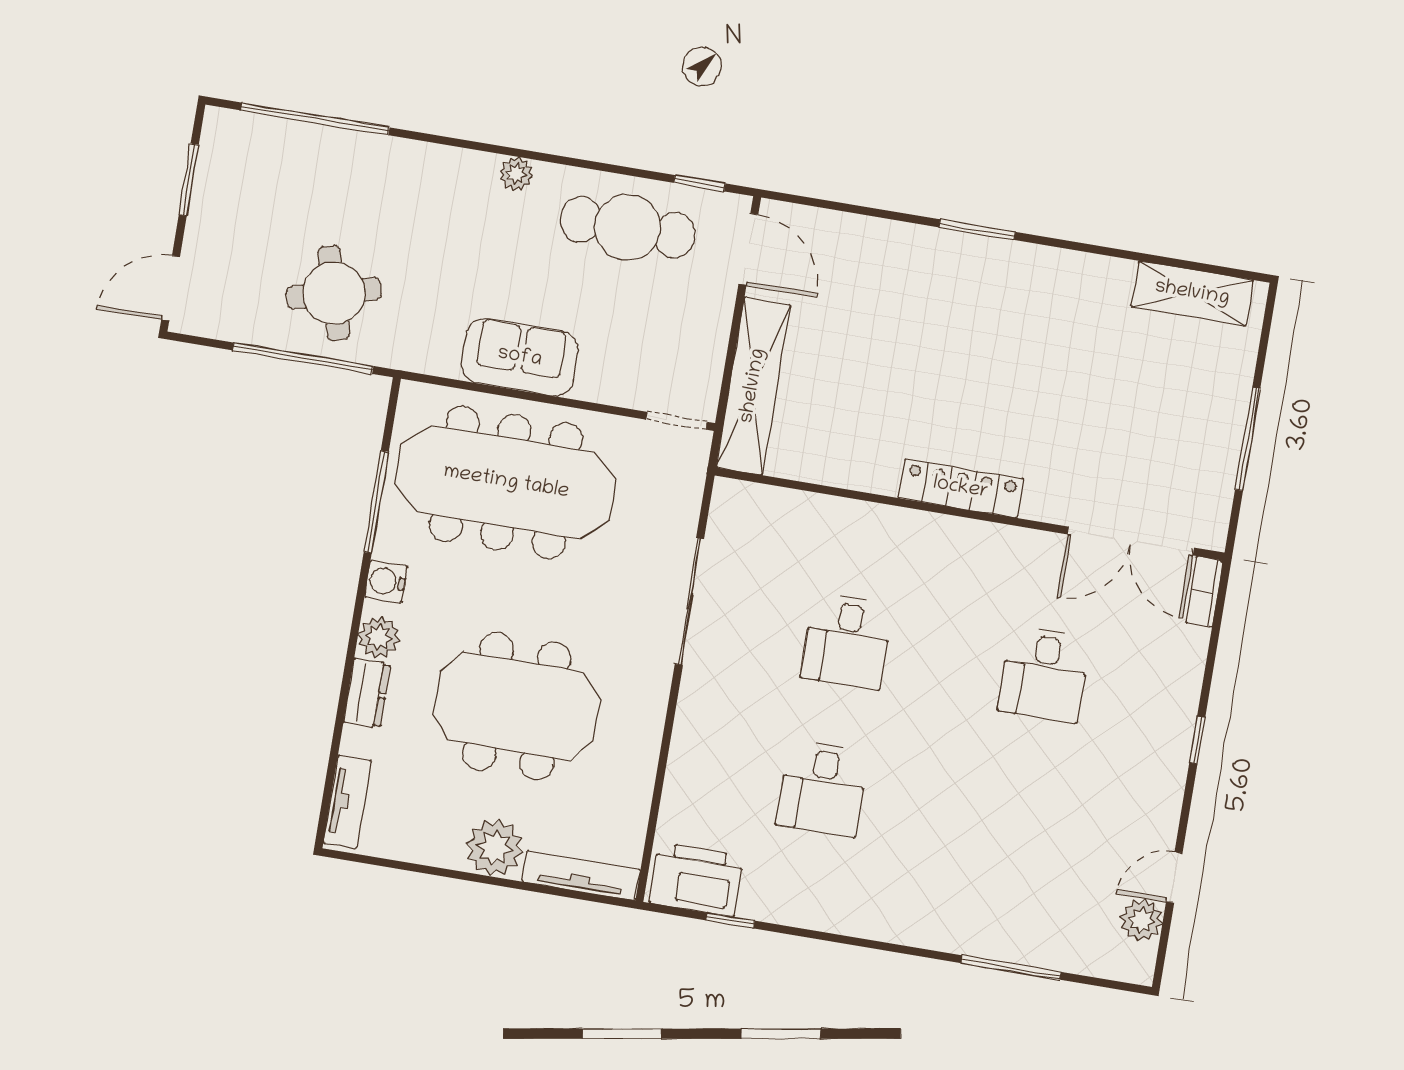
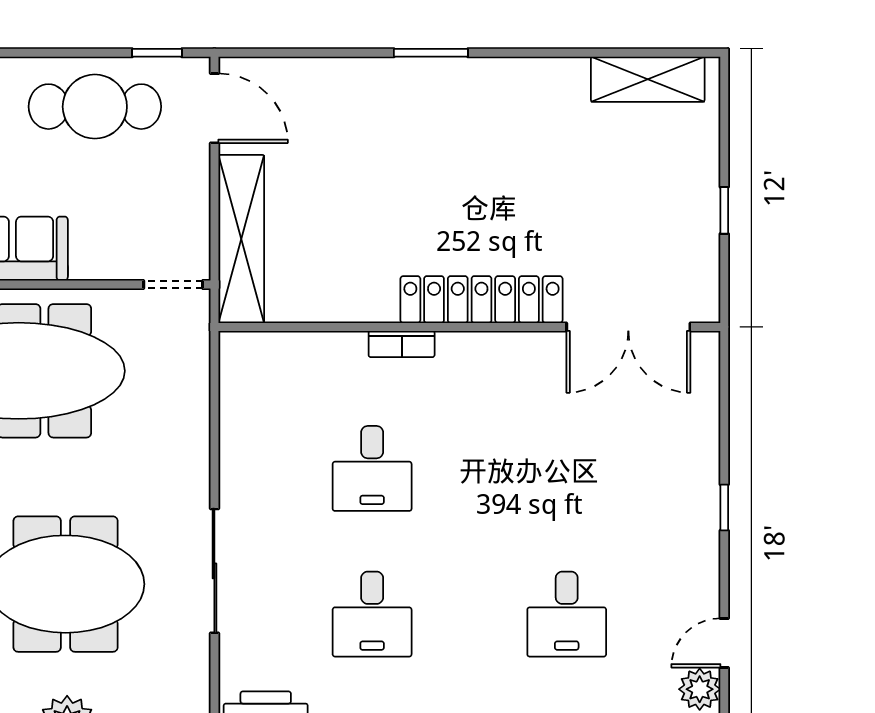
window: (1248, 439) -> (724, 210), width x0.46
locker: (961, 488) -> (481, 300), width x1.41, depth x1.21
bookcase: (1204, 592) -> (402, 344), moved, turned -90
sliding door: (689, 602) -> (214, 571), moved
desk: (1044, 674) -> (567, 614), moved

